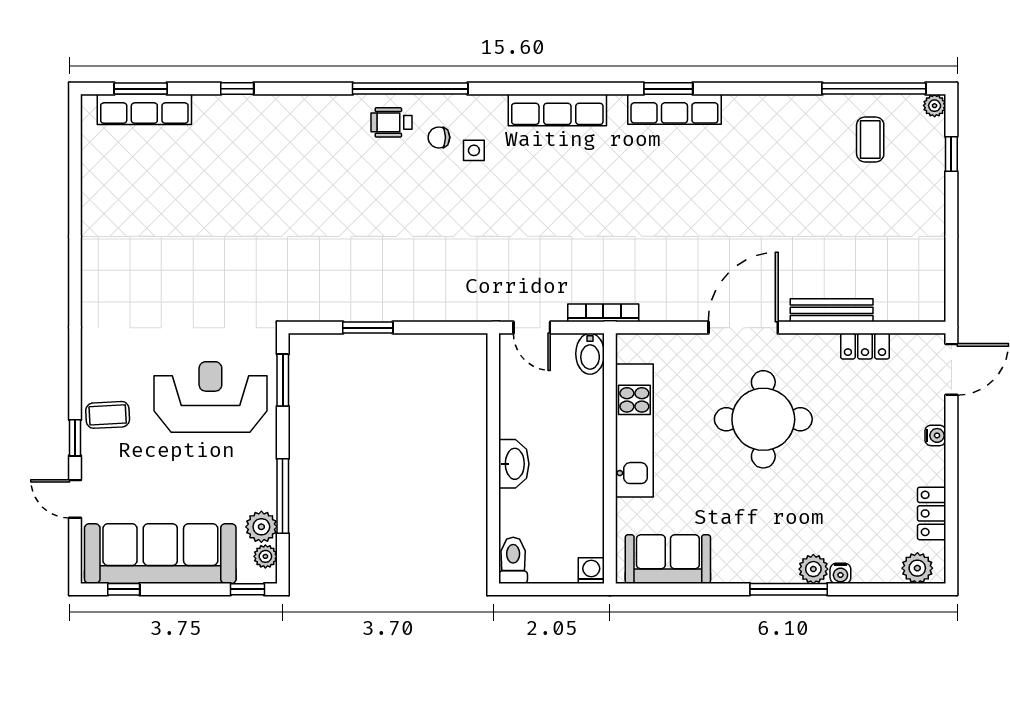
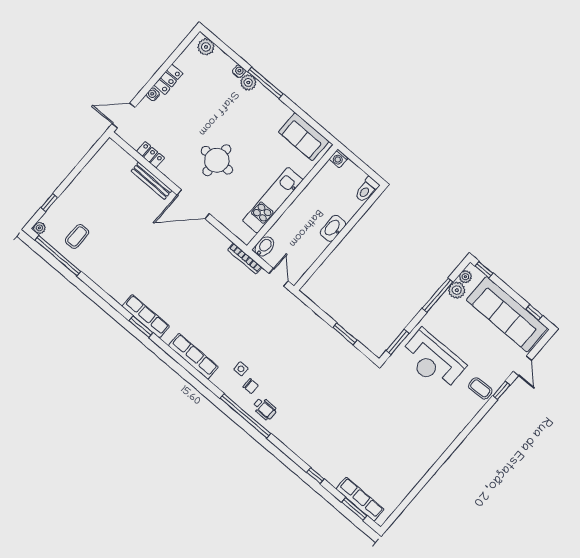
round table: (763, 419) -> (217, 160), width x0.73, depth x0.73
locker: (932, 513) -> (168, 79), moved

